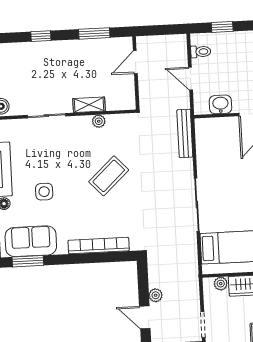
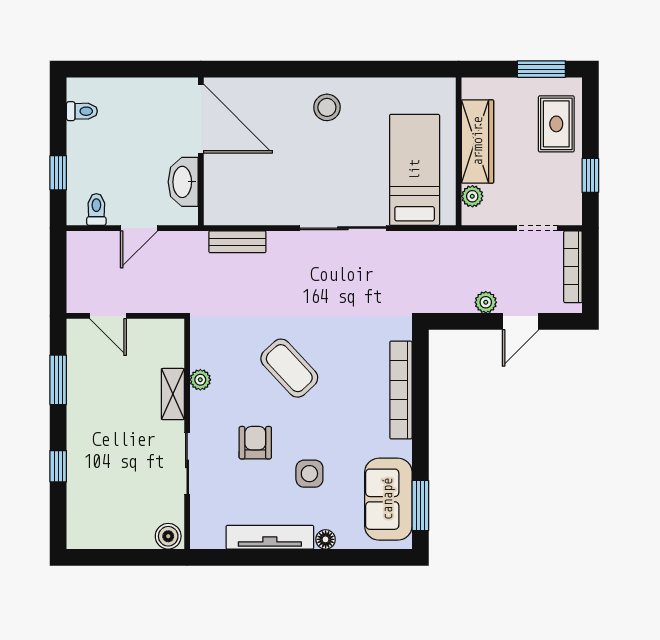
washbasin: (220, 104) -> (183, 182), width x1.38
bench: (185, 133) -> (237, 242), width x0.73
armchair: (62, 157) -> (255, 443), added

